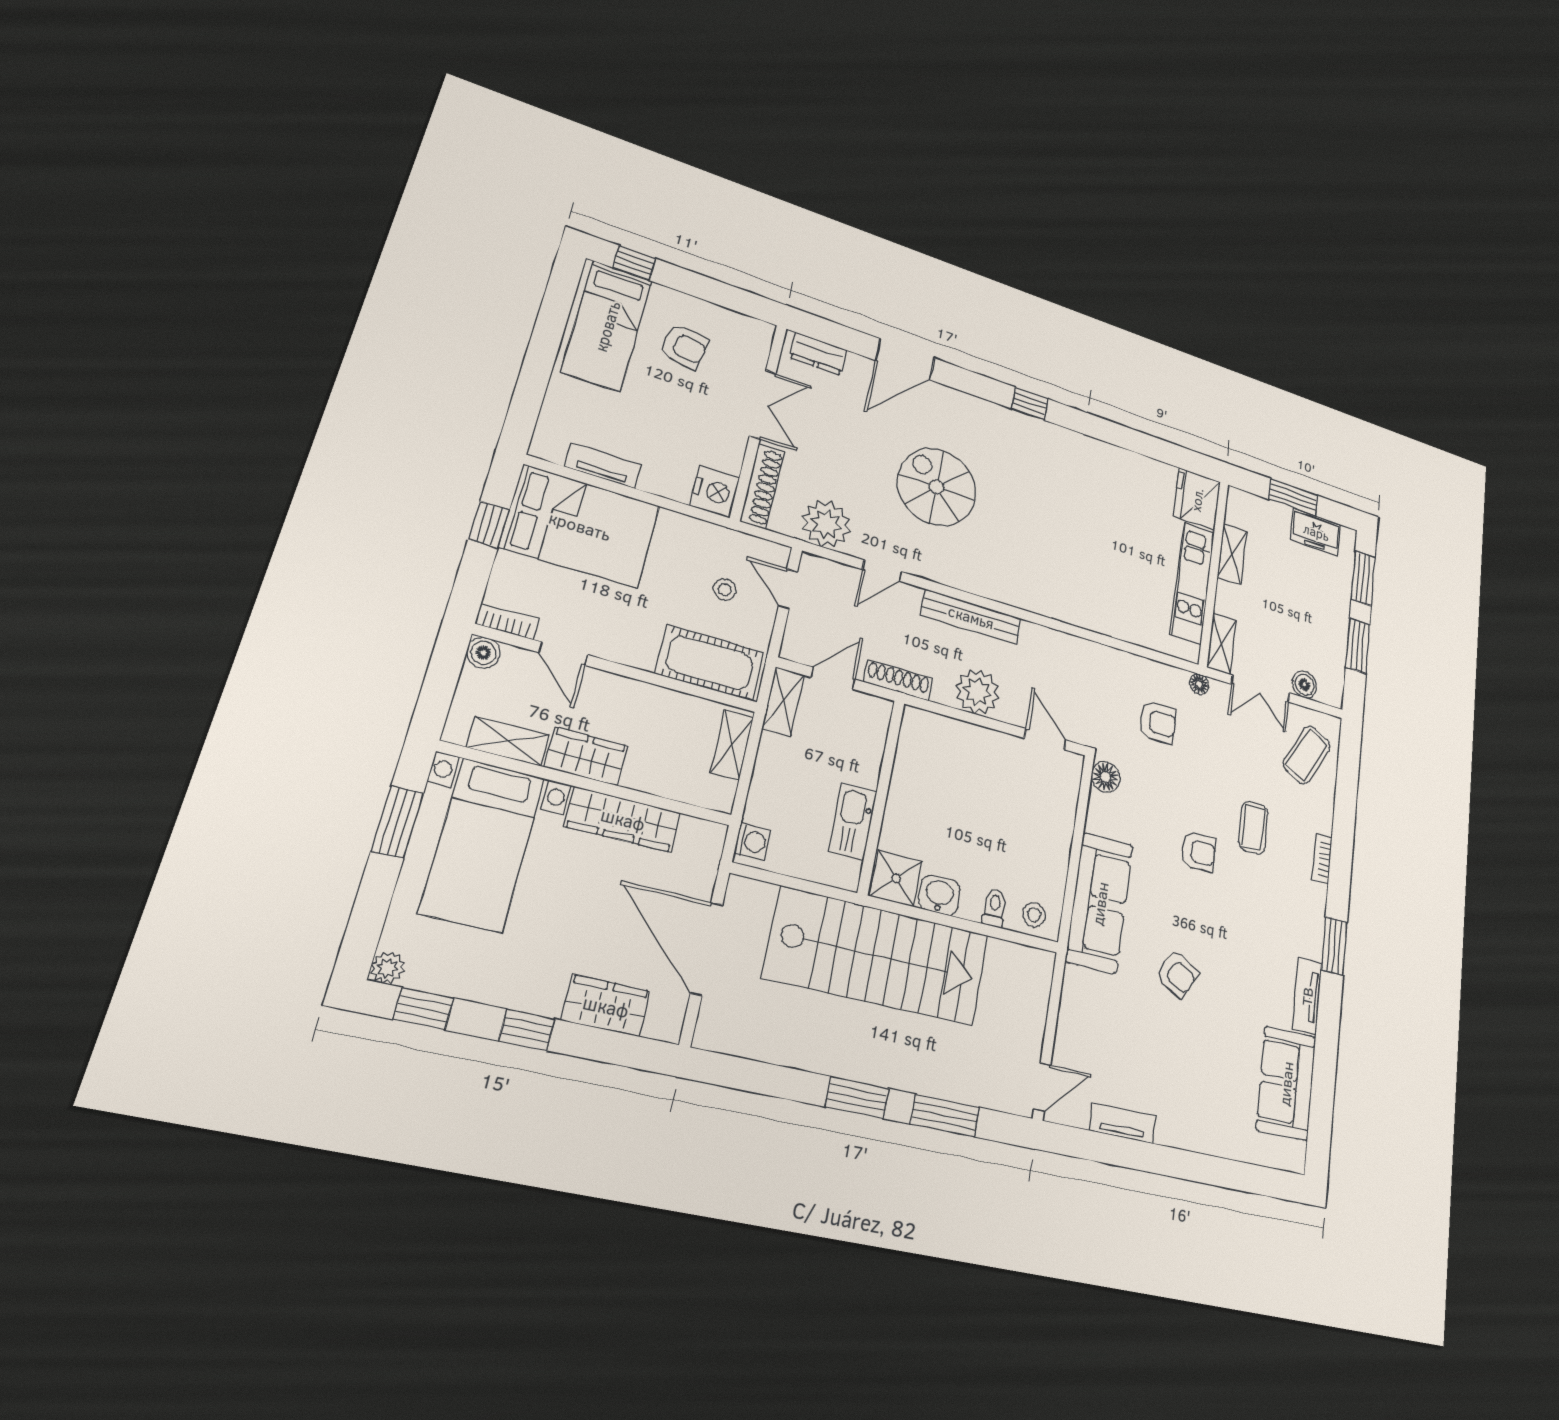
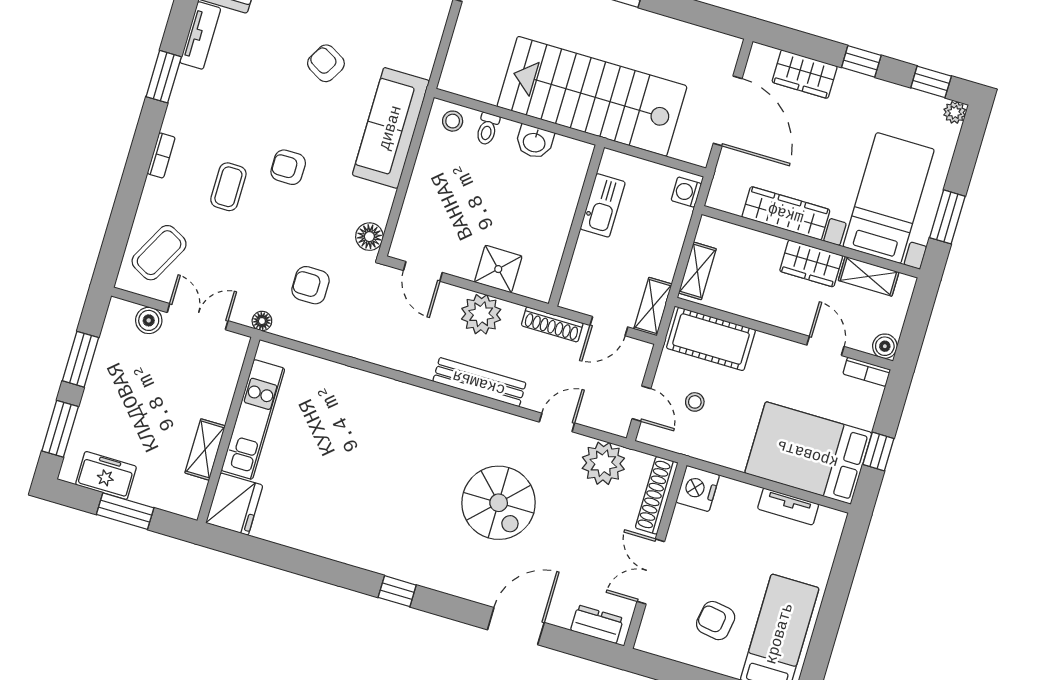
shelving: (1222, 644) -> (232, 360), removed
shower: (896, 878) -> (498, 269), moved

